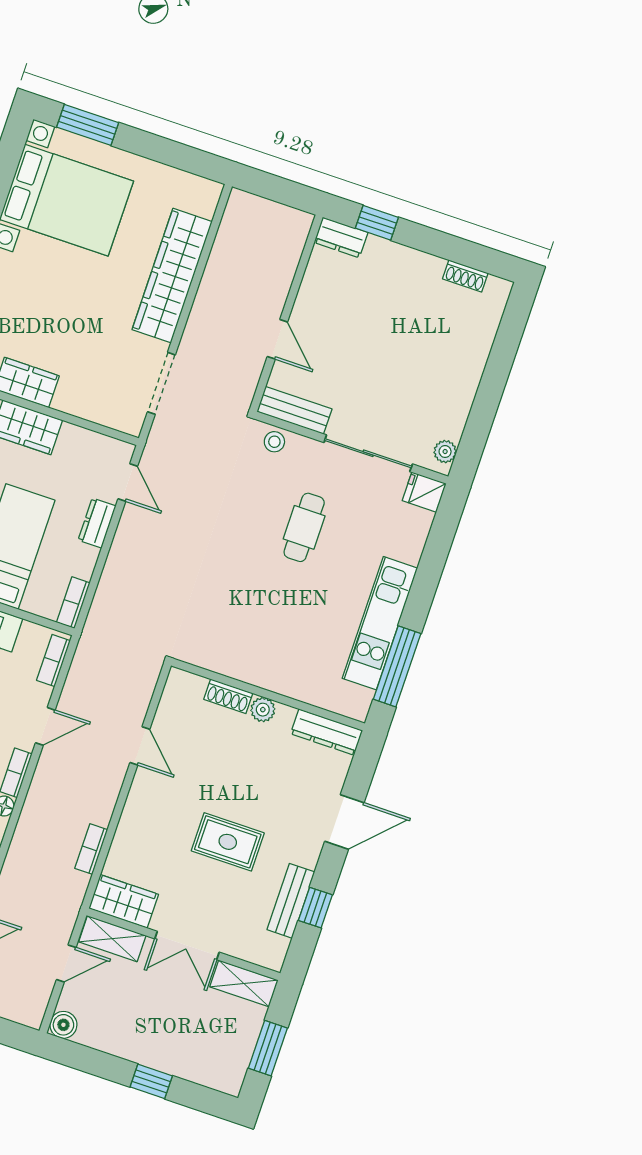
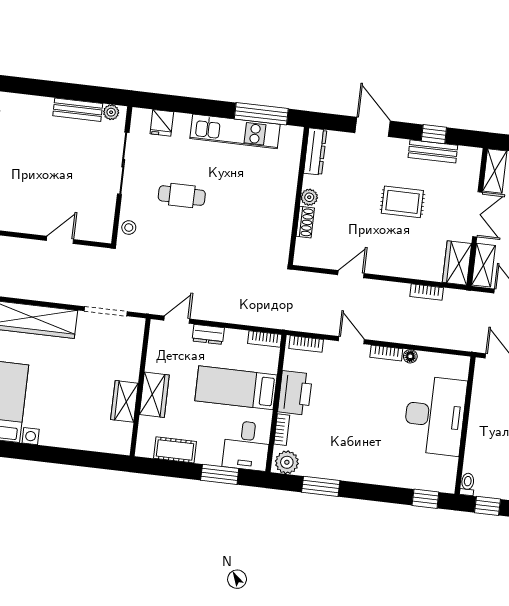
bench: (294, 410) -> (78, 110), moved, turned 90
fridge: (424, 492) -> (162, 123), moved
rug: (228, 842) -> (402, 202), turned 90

